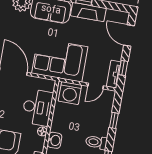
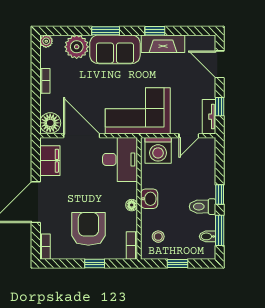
desk: (37, 107) -> (120, 159), moved
window: (114, 120) -> (220, 195), moved
washbasin: (55, 140) -> (149, 199), moved

